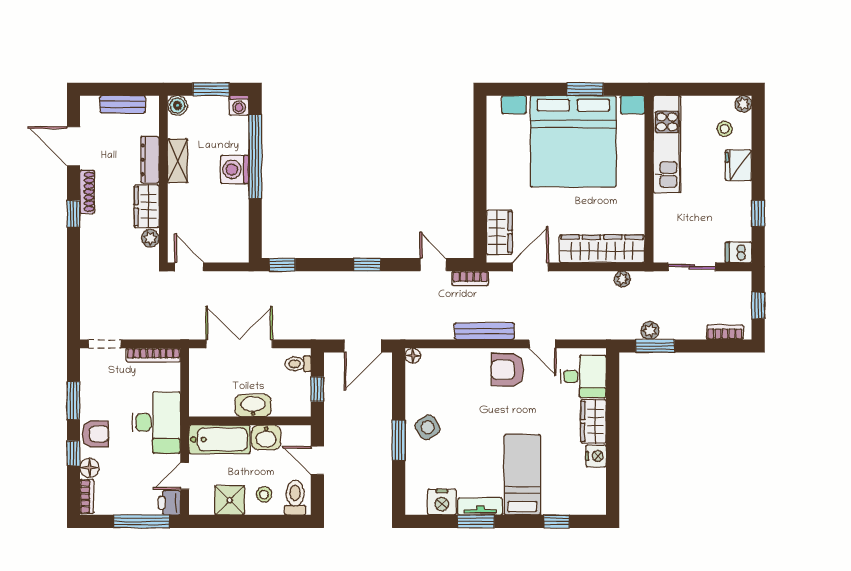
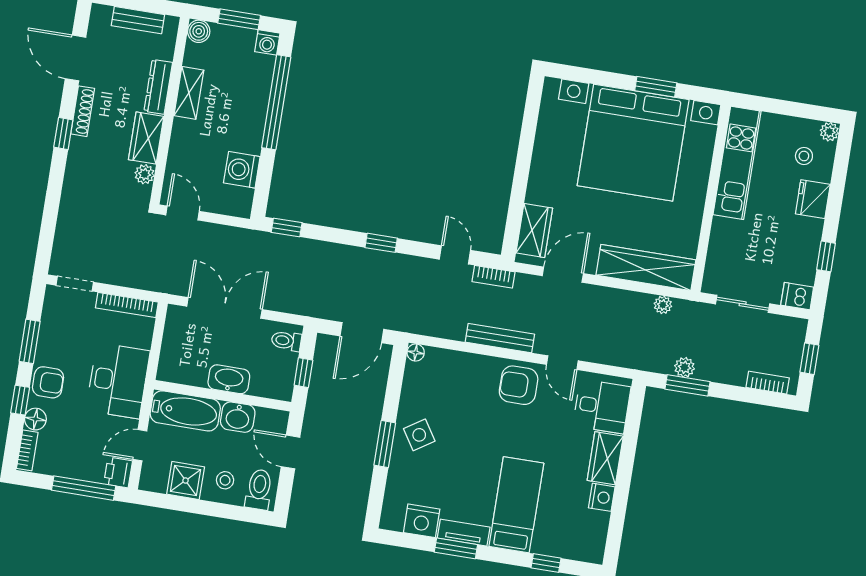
washing machine: (235, 169) -> (242, 170), moved

